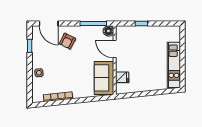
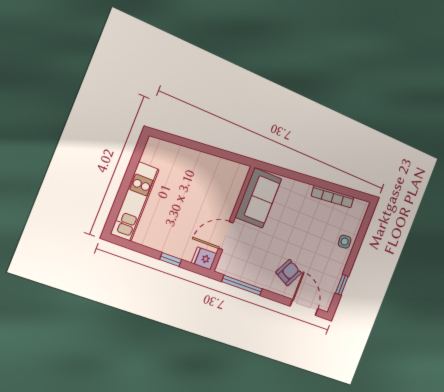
floor lamp: (108, 31) -> (224, 266), removed
door: (115, 49) -> (226, 236), swing flipped
kitchen unit: (174, 65) -> (135, 202), moved
fridge: (122, 77) -> (204, 258), moved

